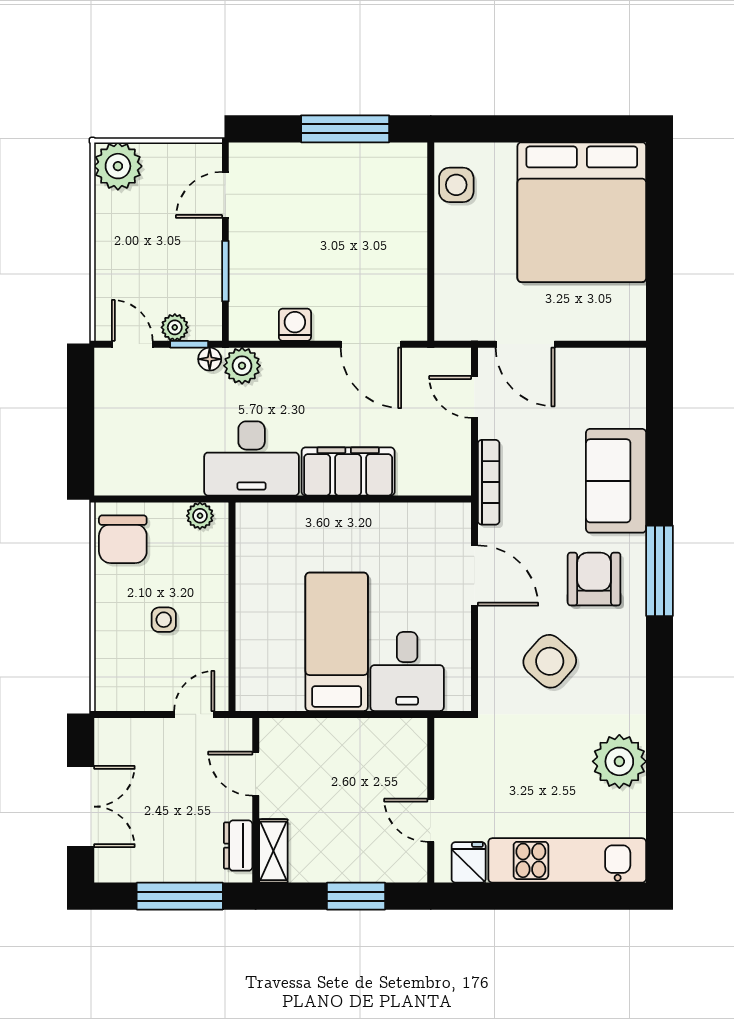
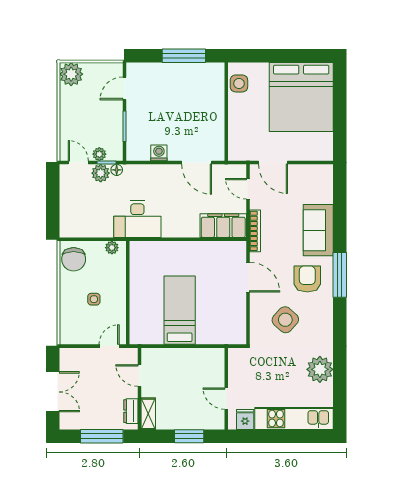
plant: (242, 366) -> (101, 173), moved
filing cabinet: (348, 472) -> (223, 226), moved
desk: (407, 672) -> (215, 325), removed

